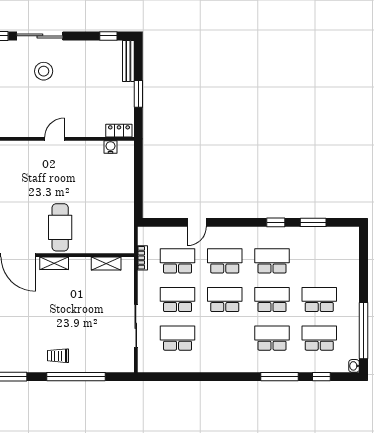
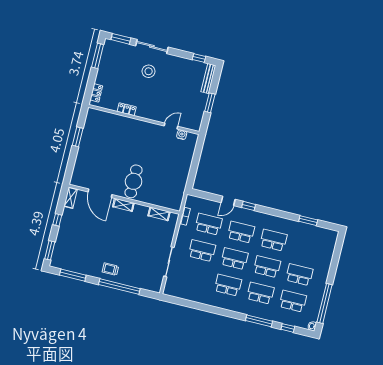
locker: (119, 131) -> (127, 109), moved
door: (55, 139) -> (171, 126), moved
window: (276, 222) -> (249, 206), moved
school desk: (178, 338) -> (228, 285), moved

